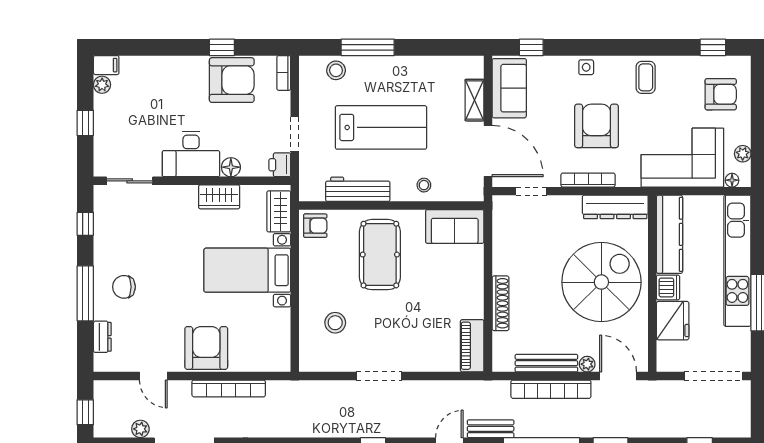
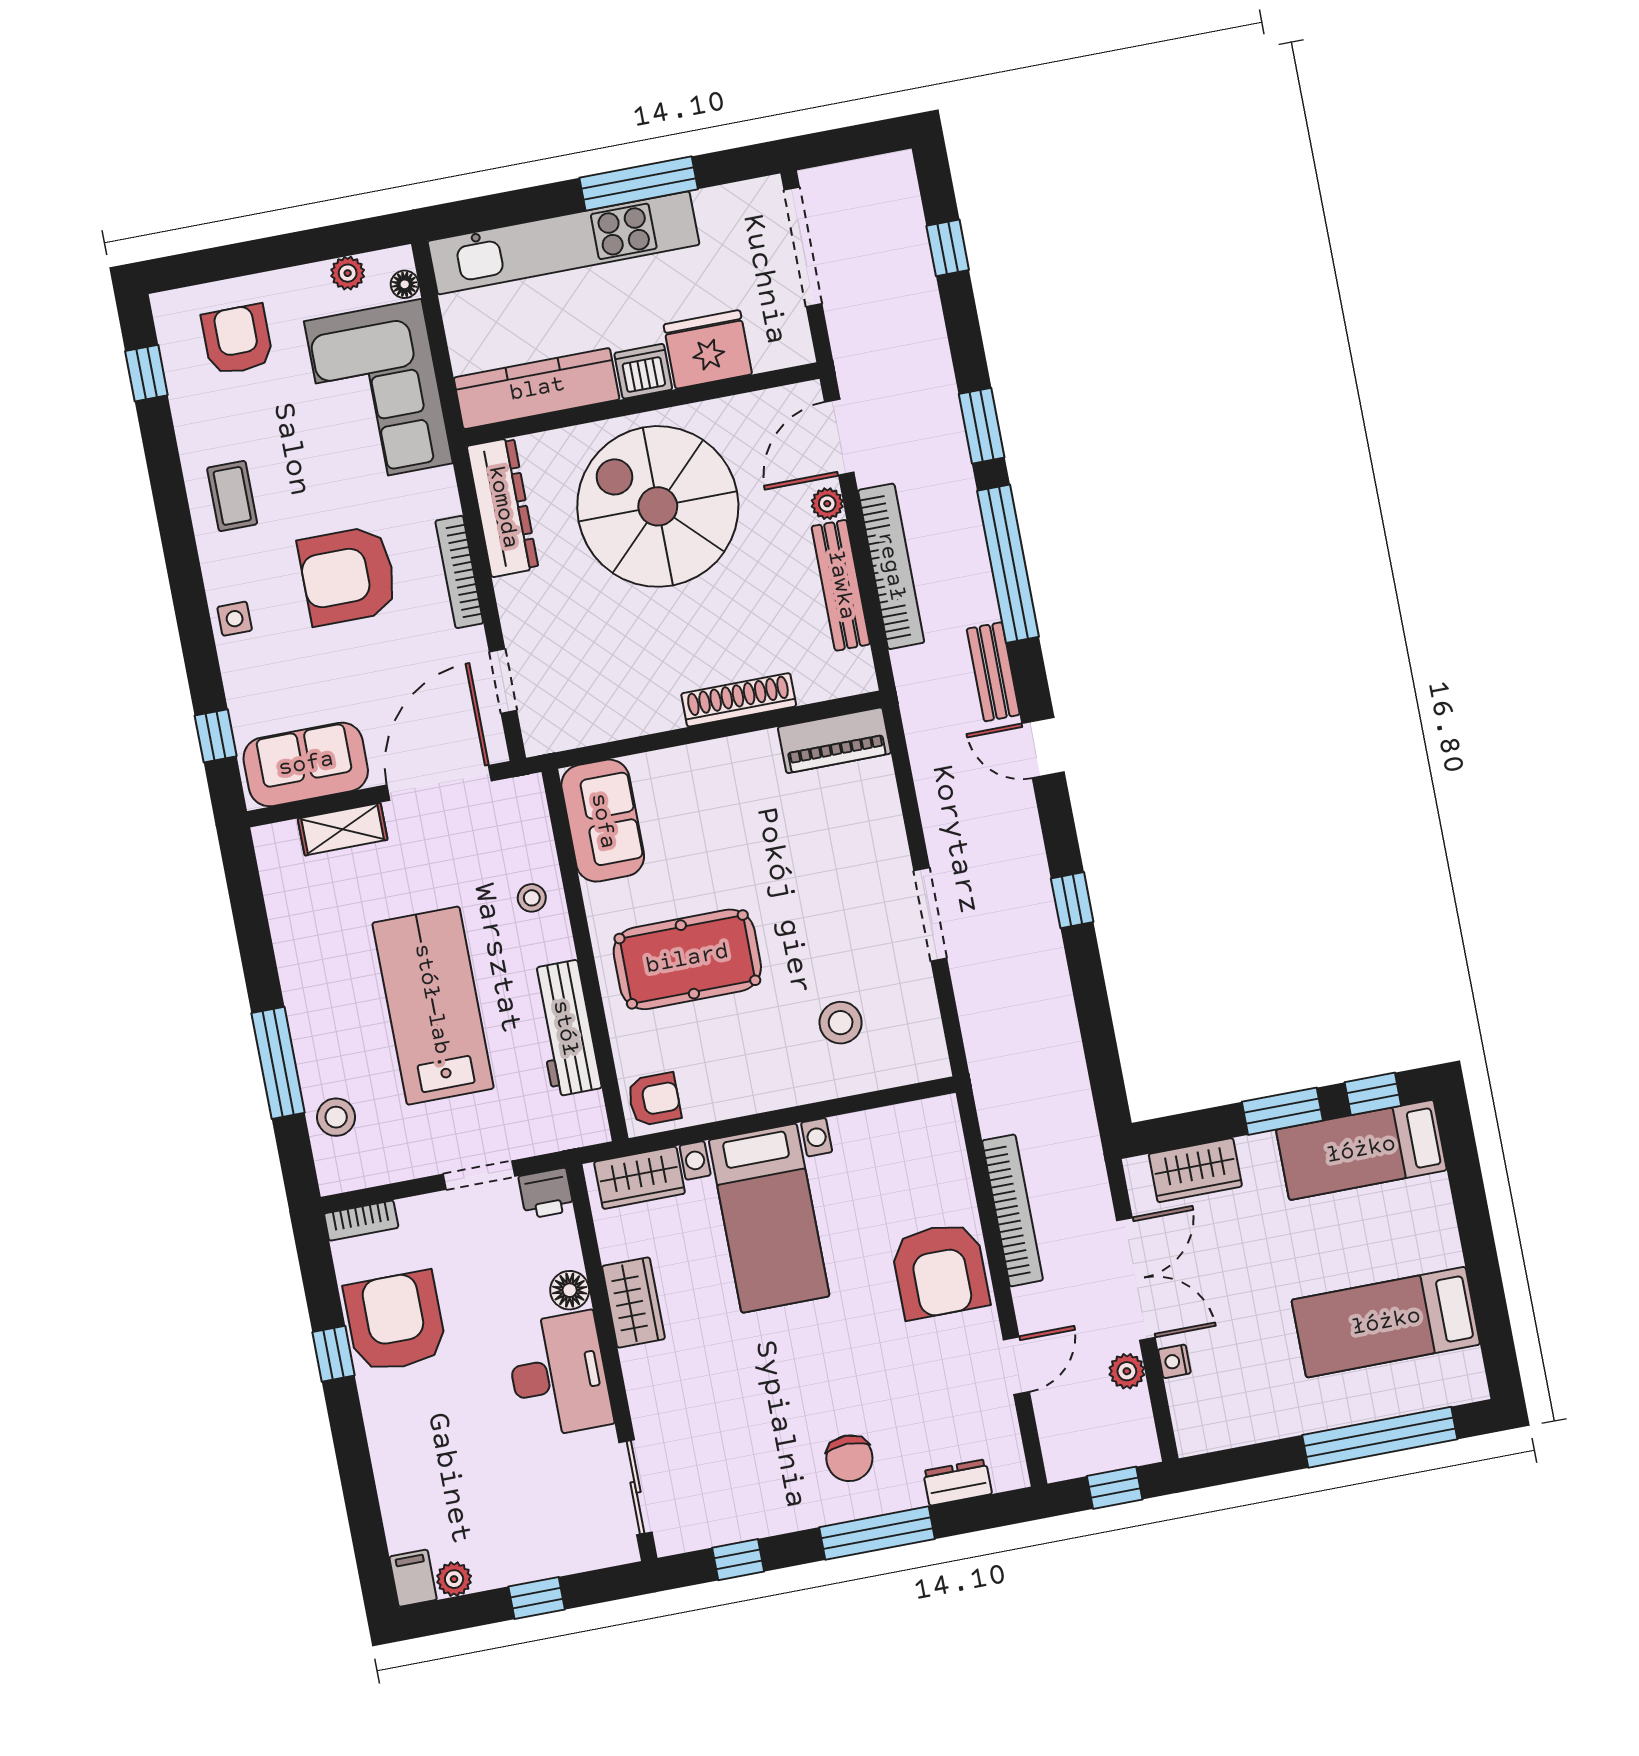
coffee table: (646, 77) -> (232, 496), turned 90
armchair: (315, 226) -> (654, 1099), turned 90
armchair: (206, 348) -> (940, 1271), turned -90

